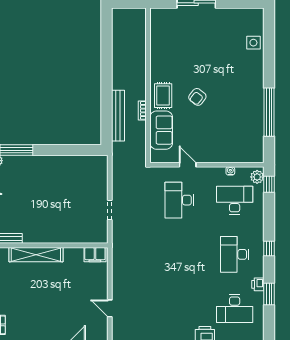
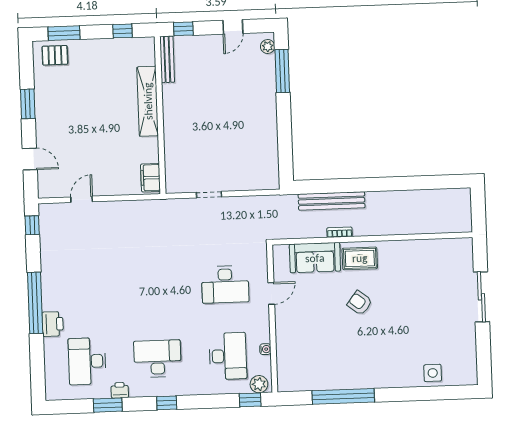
desk: (179, 200) -> (225, 284), turned 180

